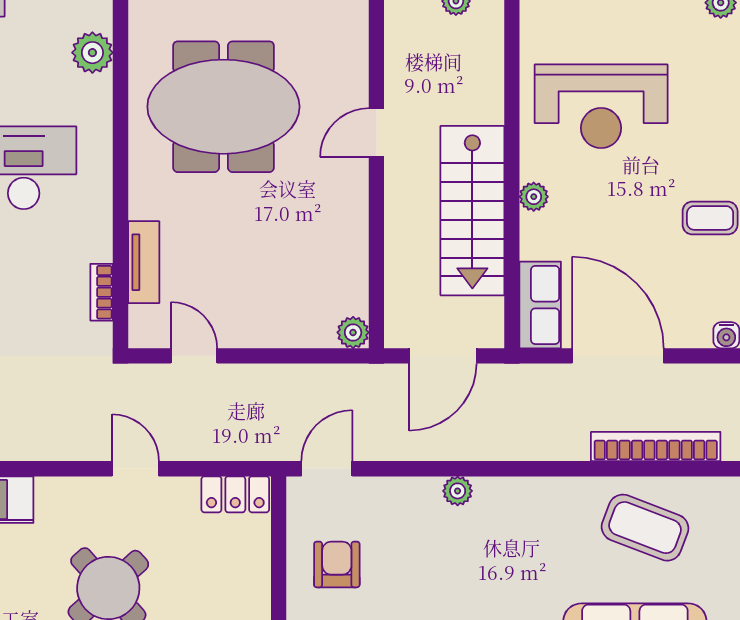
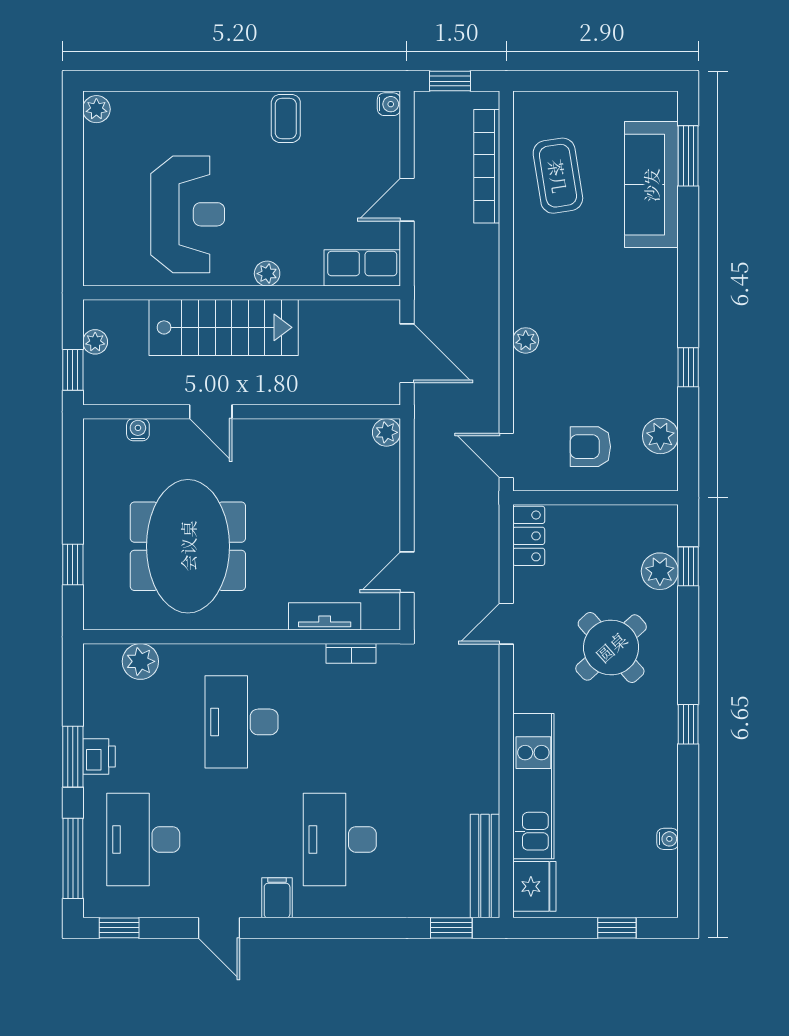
water cooler: (356, 50) -> (138, 430), added
stairs: (472, 211) -> (224, 327), moved
door: (618, 356) -> (407, 200), width x0.53
coffee table: (645, 528) -> (558, 176), turned -30

